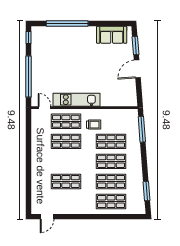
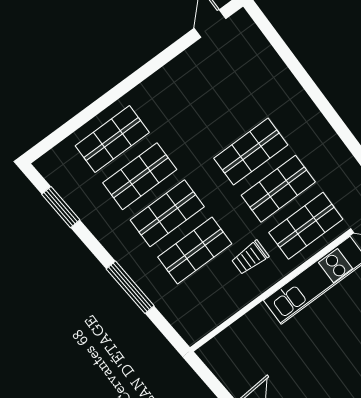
window: (142, 129) -> (130, 287), moved
shop shelf: (66, 181) -> (251, 152), moved

